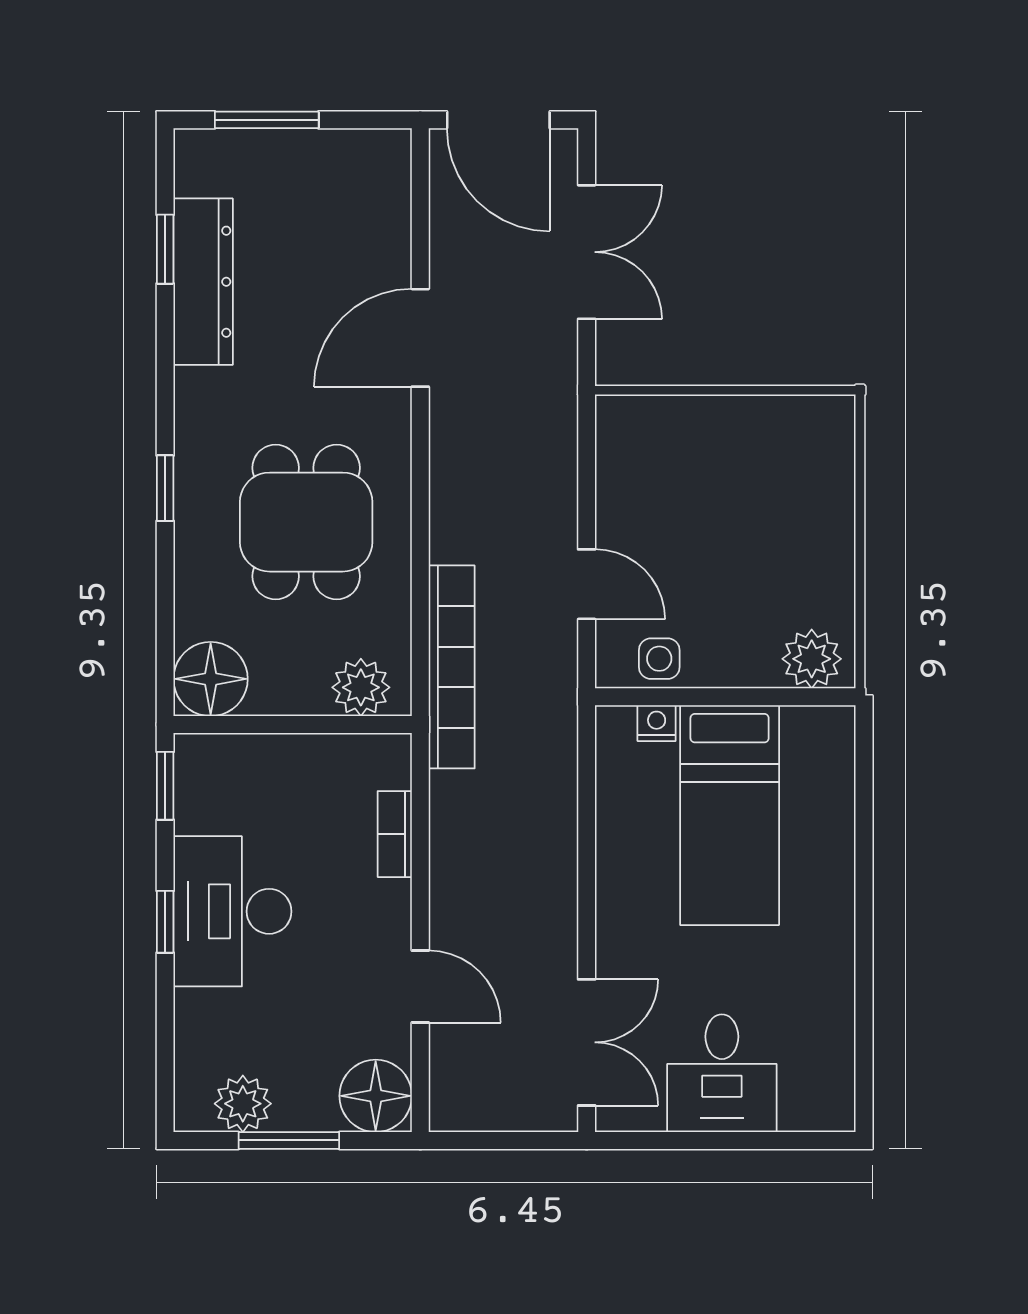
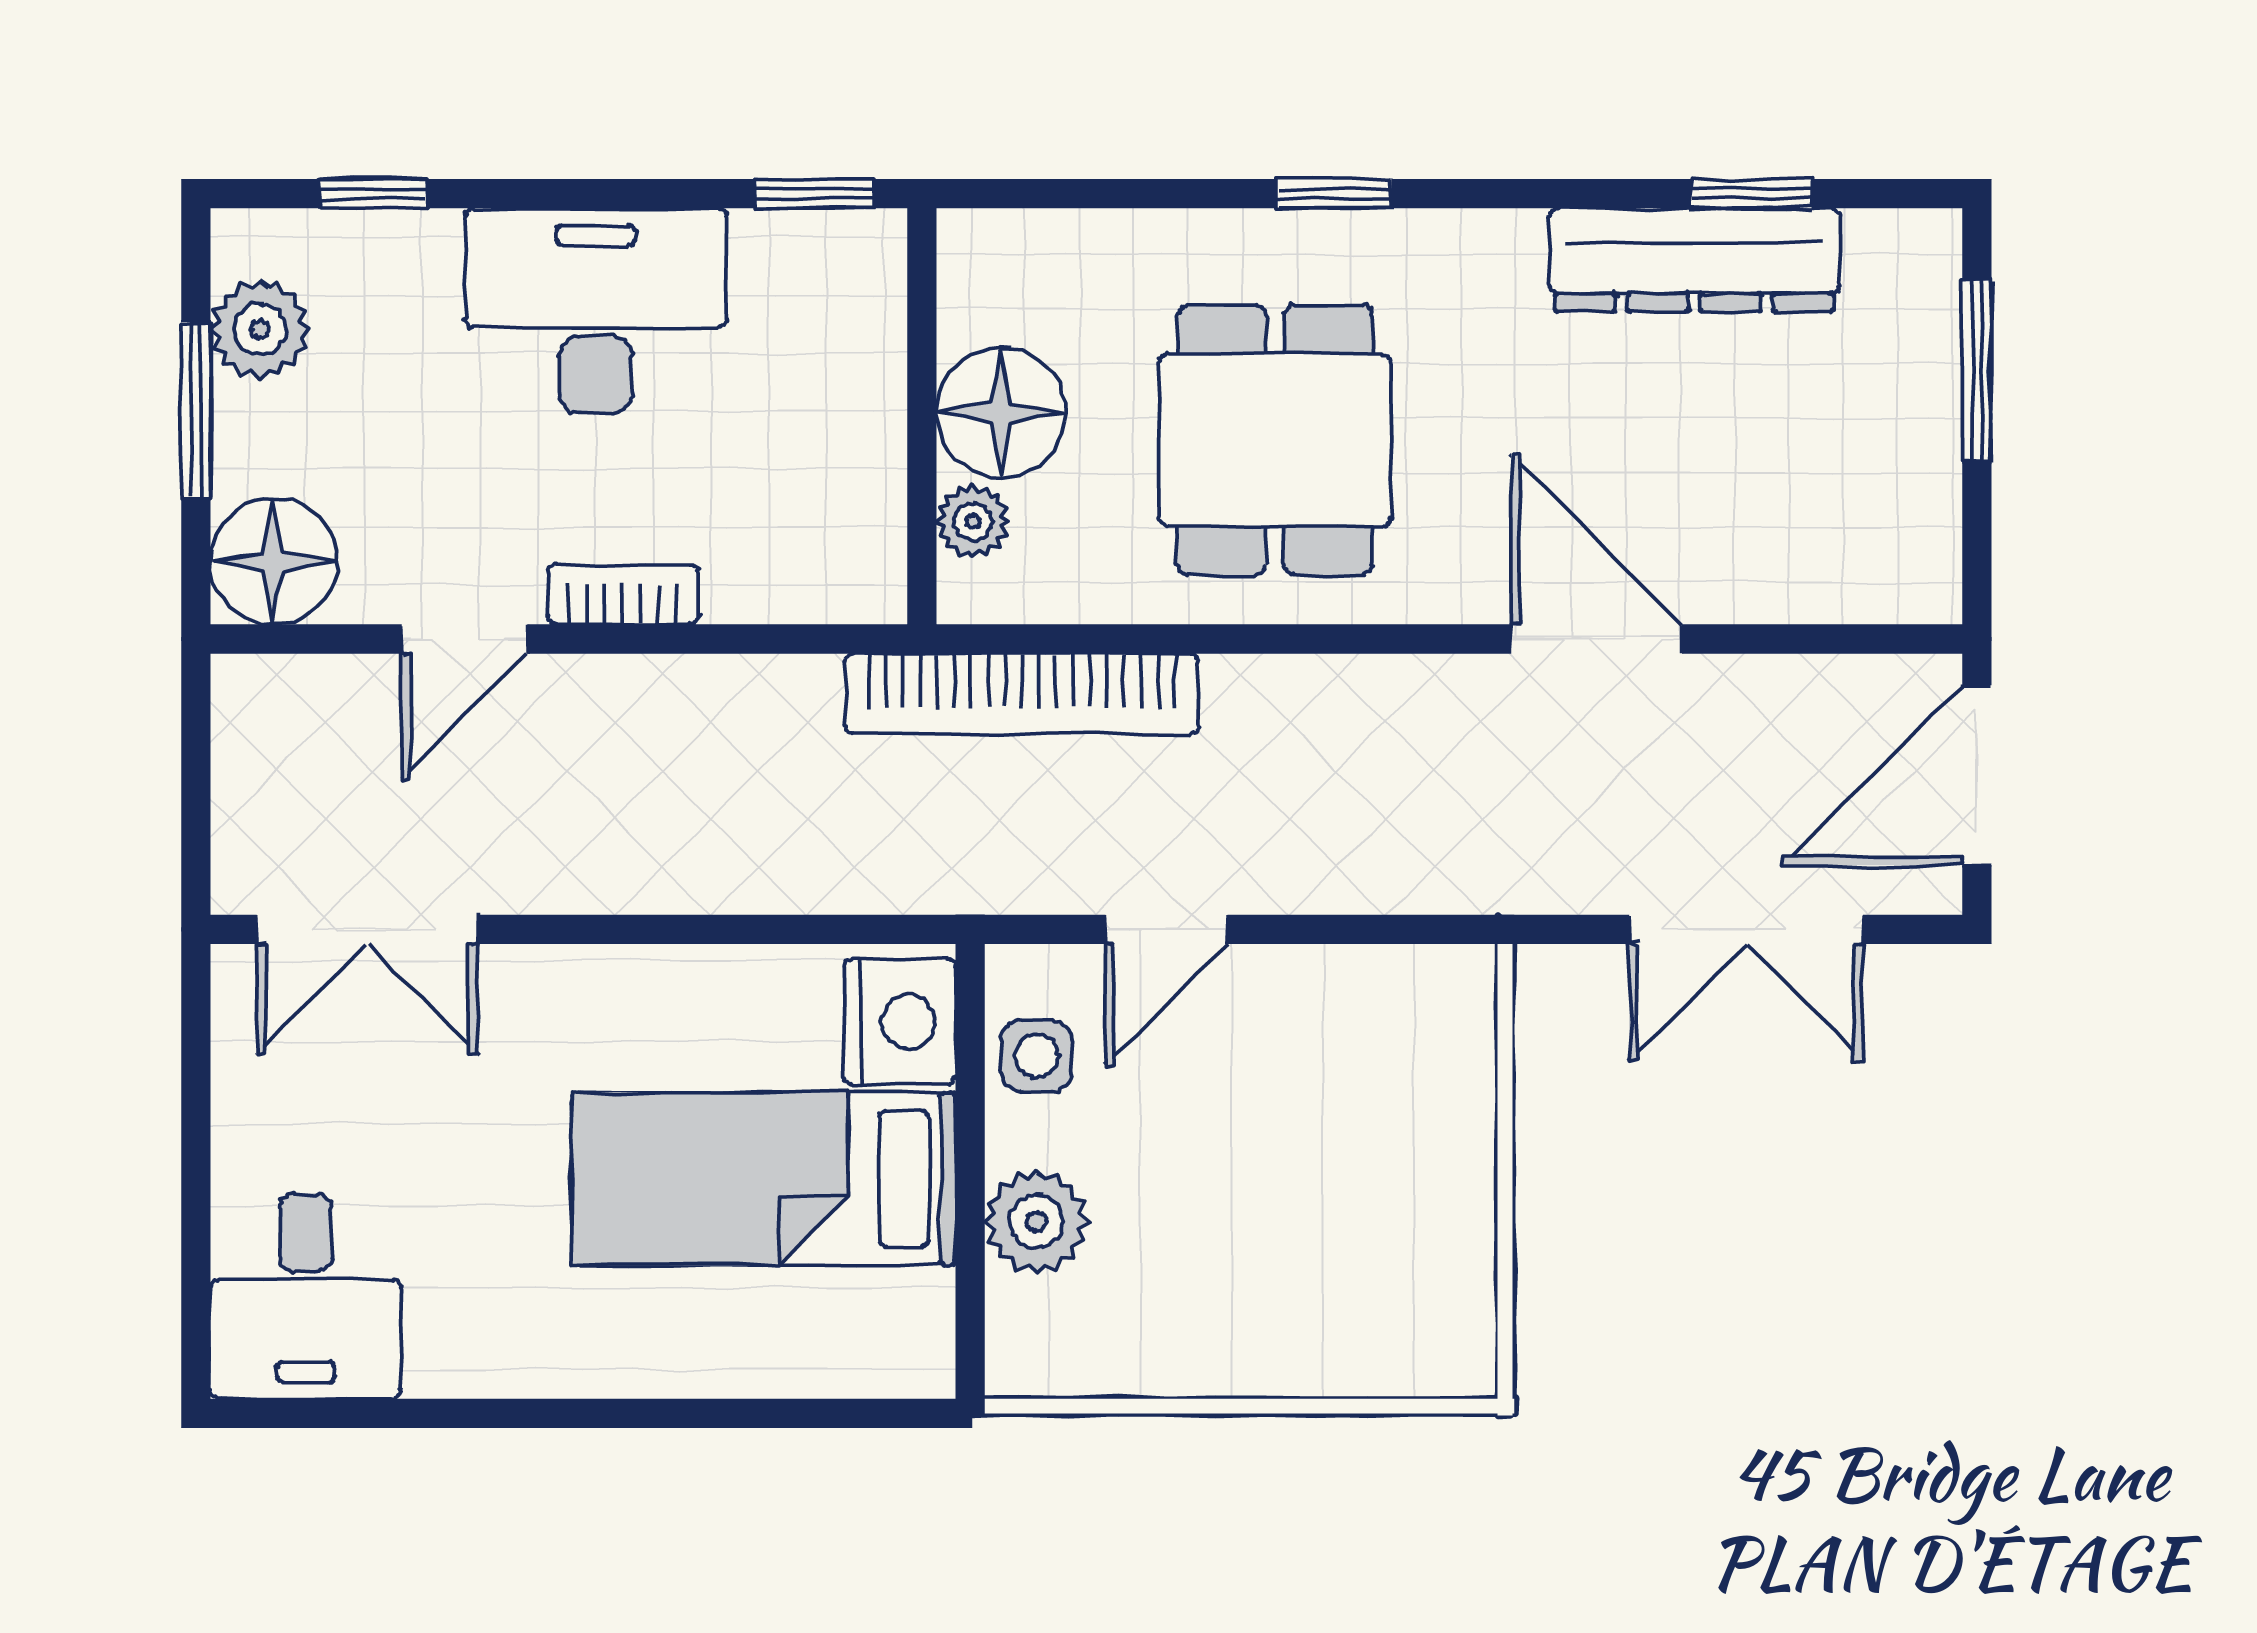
dining table: (306, 522) -> (1275, 440), turned 90
plant: (812, 659) -> (1036, 1222), moved
floor lamp: (211, 679) -> (1001, 413), moved
plant: (361, 687) -> (973, 522), width x0.73, depth x0.73
nightstand: (657, 723) -> (899, 1022), width x1.89, depth x1.79
bookcase: (395, 834) -> (623, 594), moved
window: (165, 922) -> (373, 194), moved
desk: (722, 1073) -> (306, 1296), moved, turned -90

